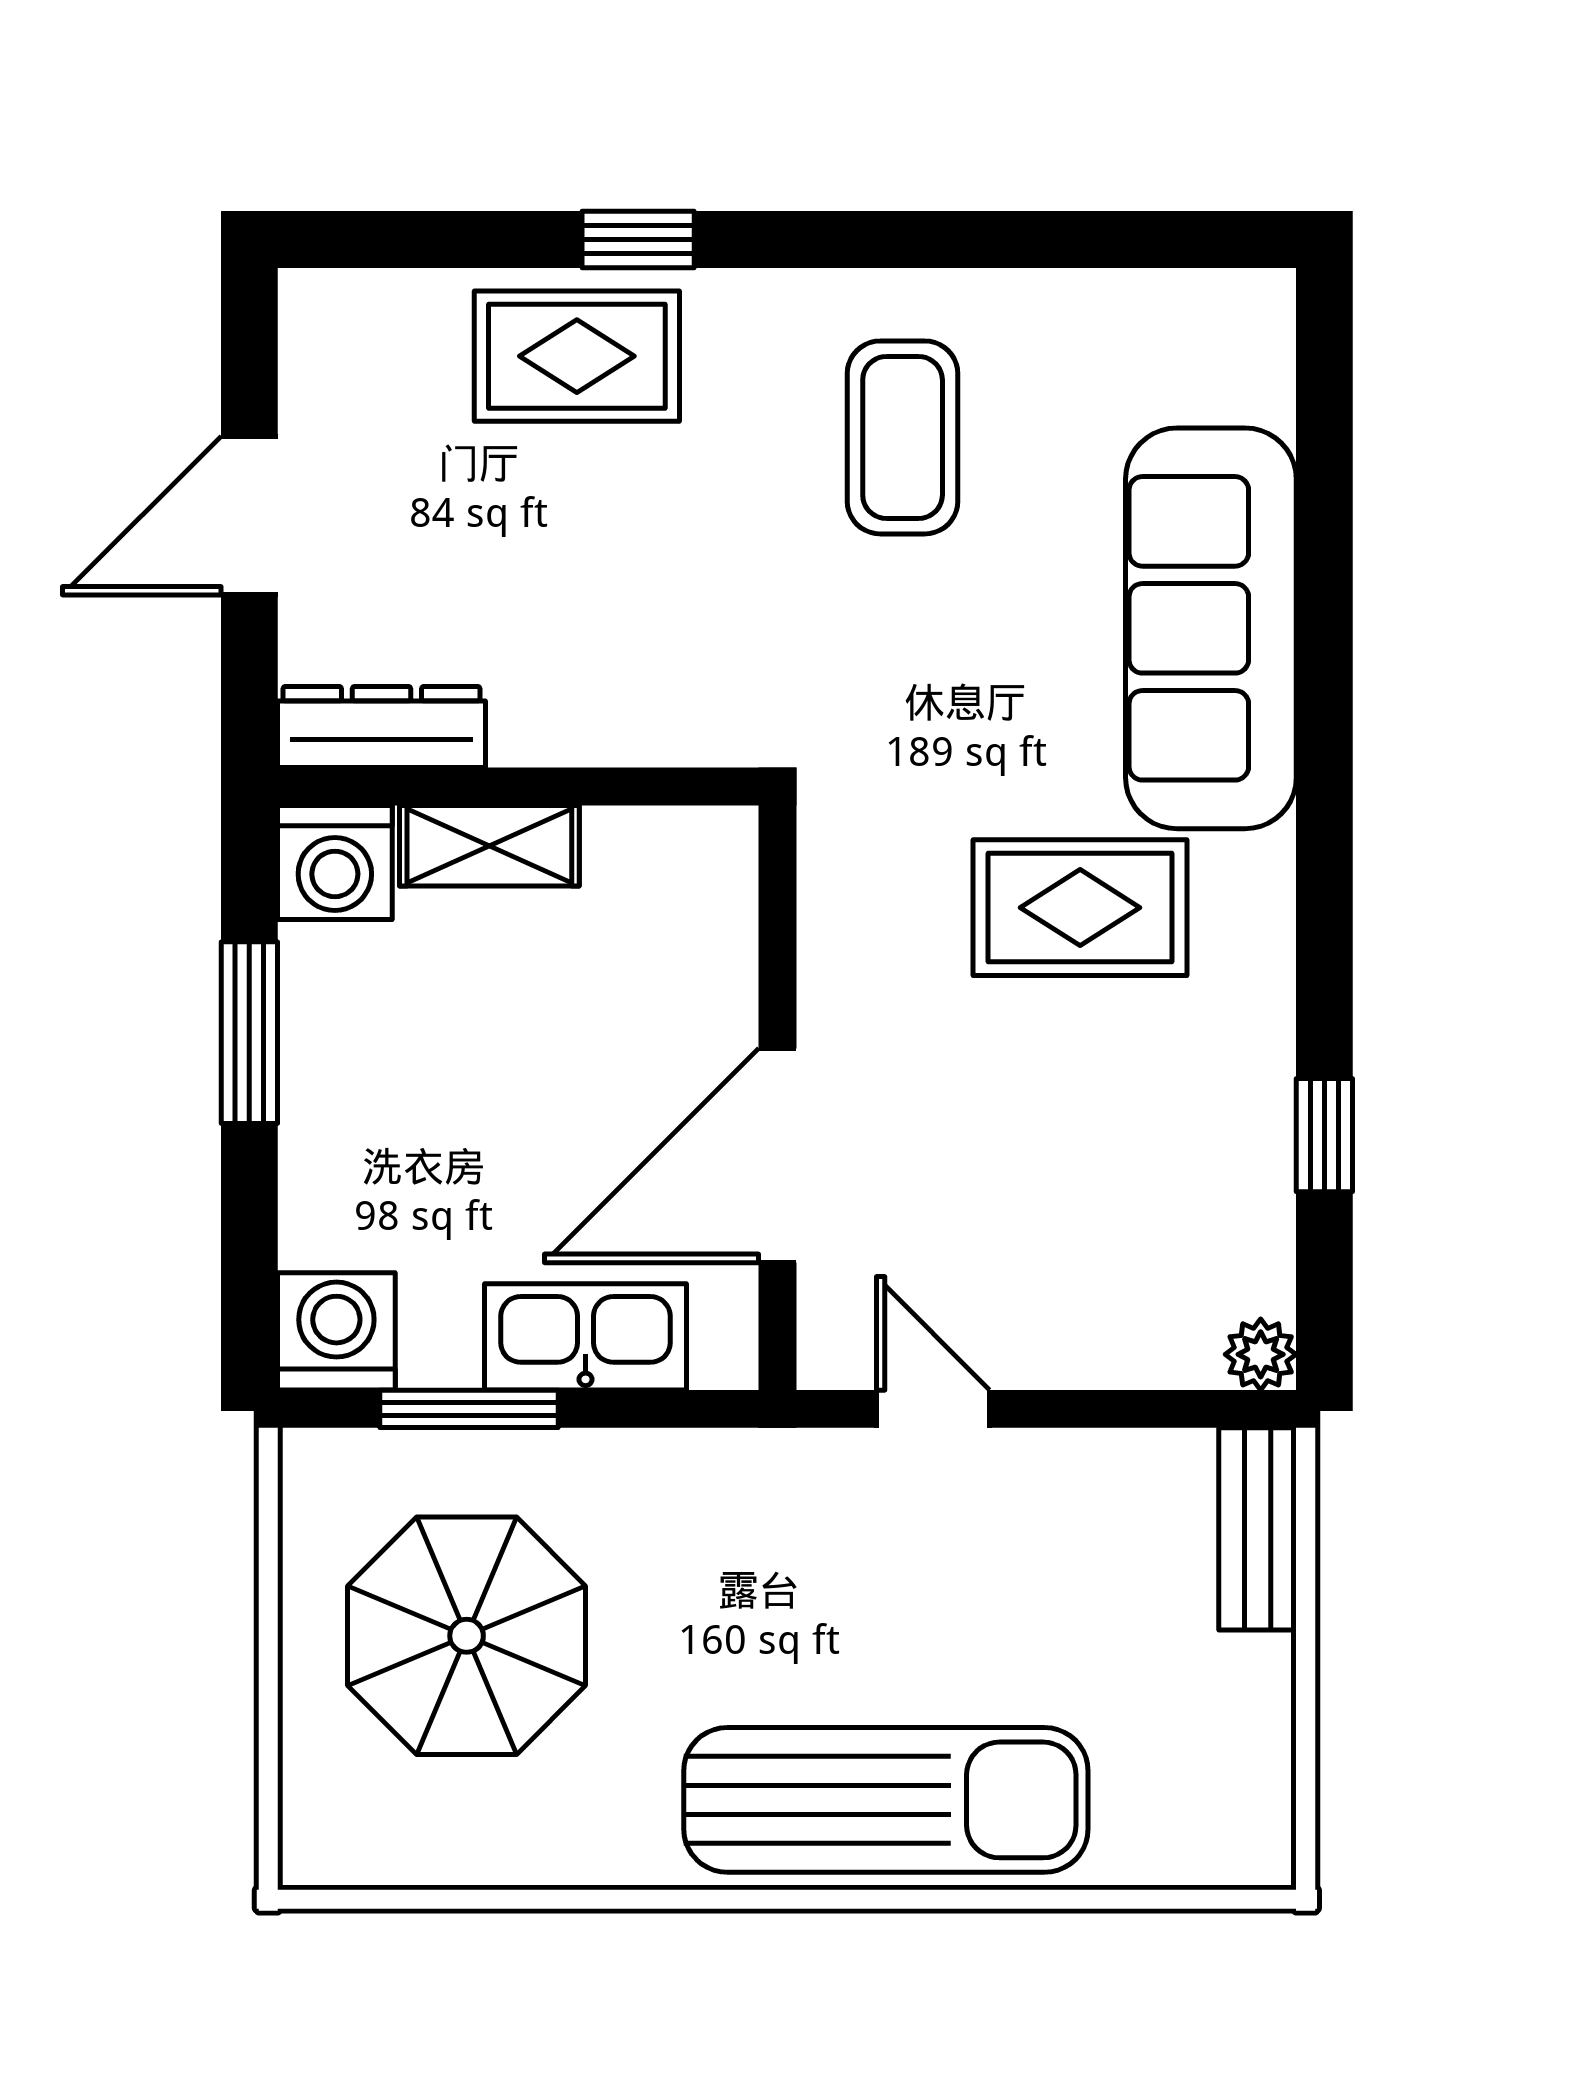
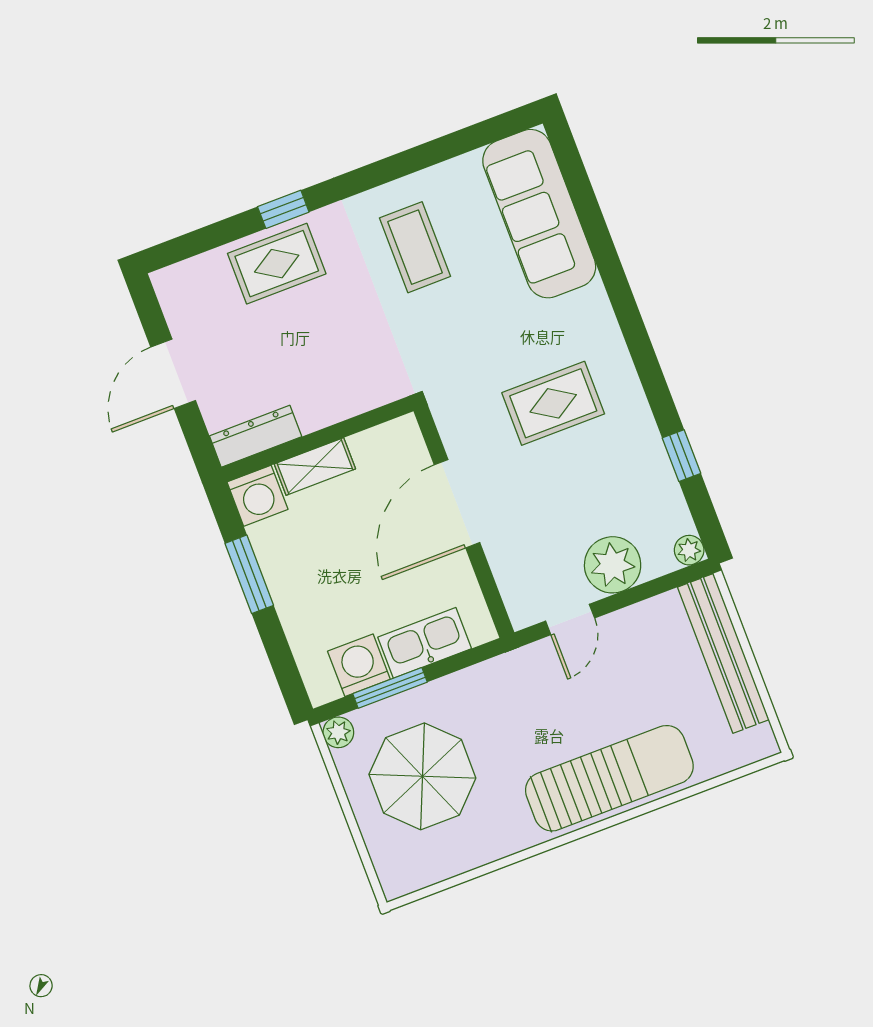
sofa: (1211, 628) -> (539, 214), moved
door: (777, 1156) -> (457, 504), moved
plant: (1076, 1322) -> (613, 565), added
washing machine: (336, 1331) -> (359, 665), moved
door: (933, 1409) -> (570, 620), swing flipped
plant: (315, 1465) -> (338, 732), added
bench: (1258, 1529) -> (723, 653), width x1.86, depth x1.21

